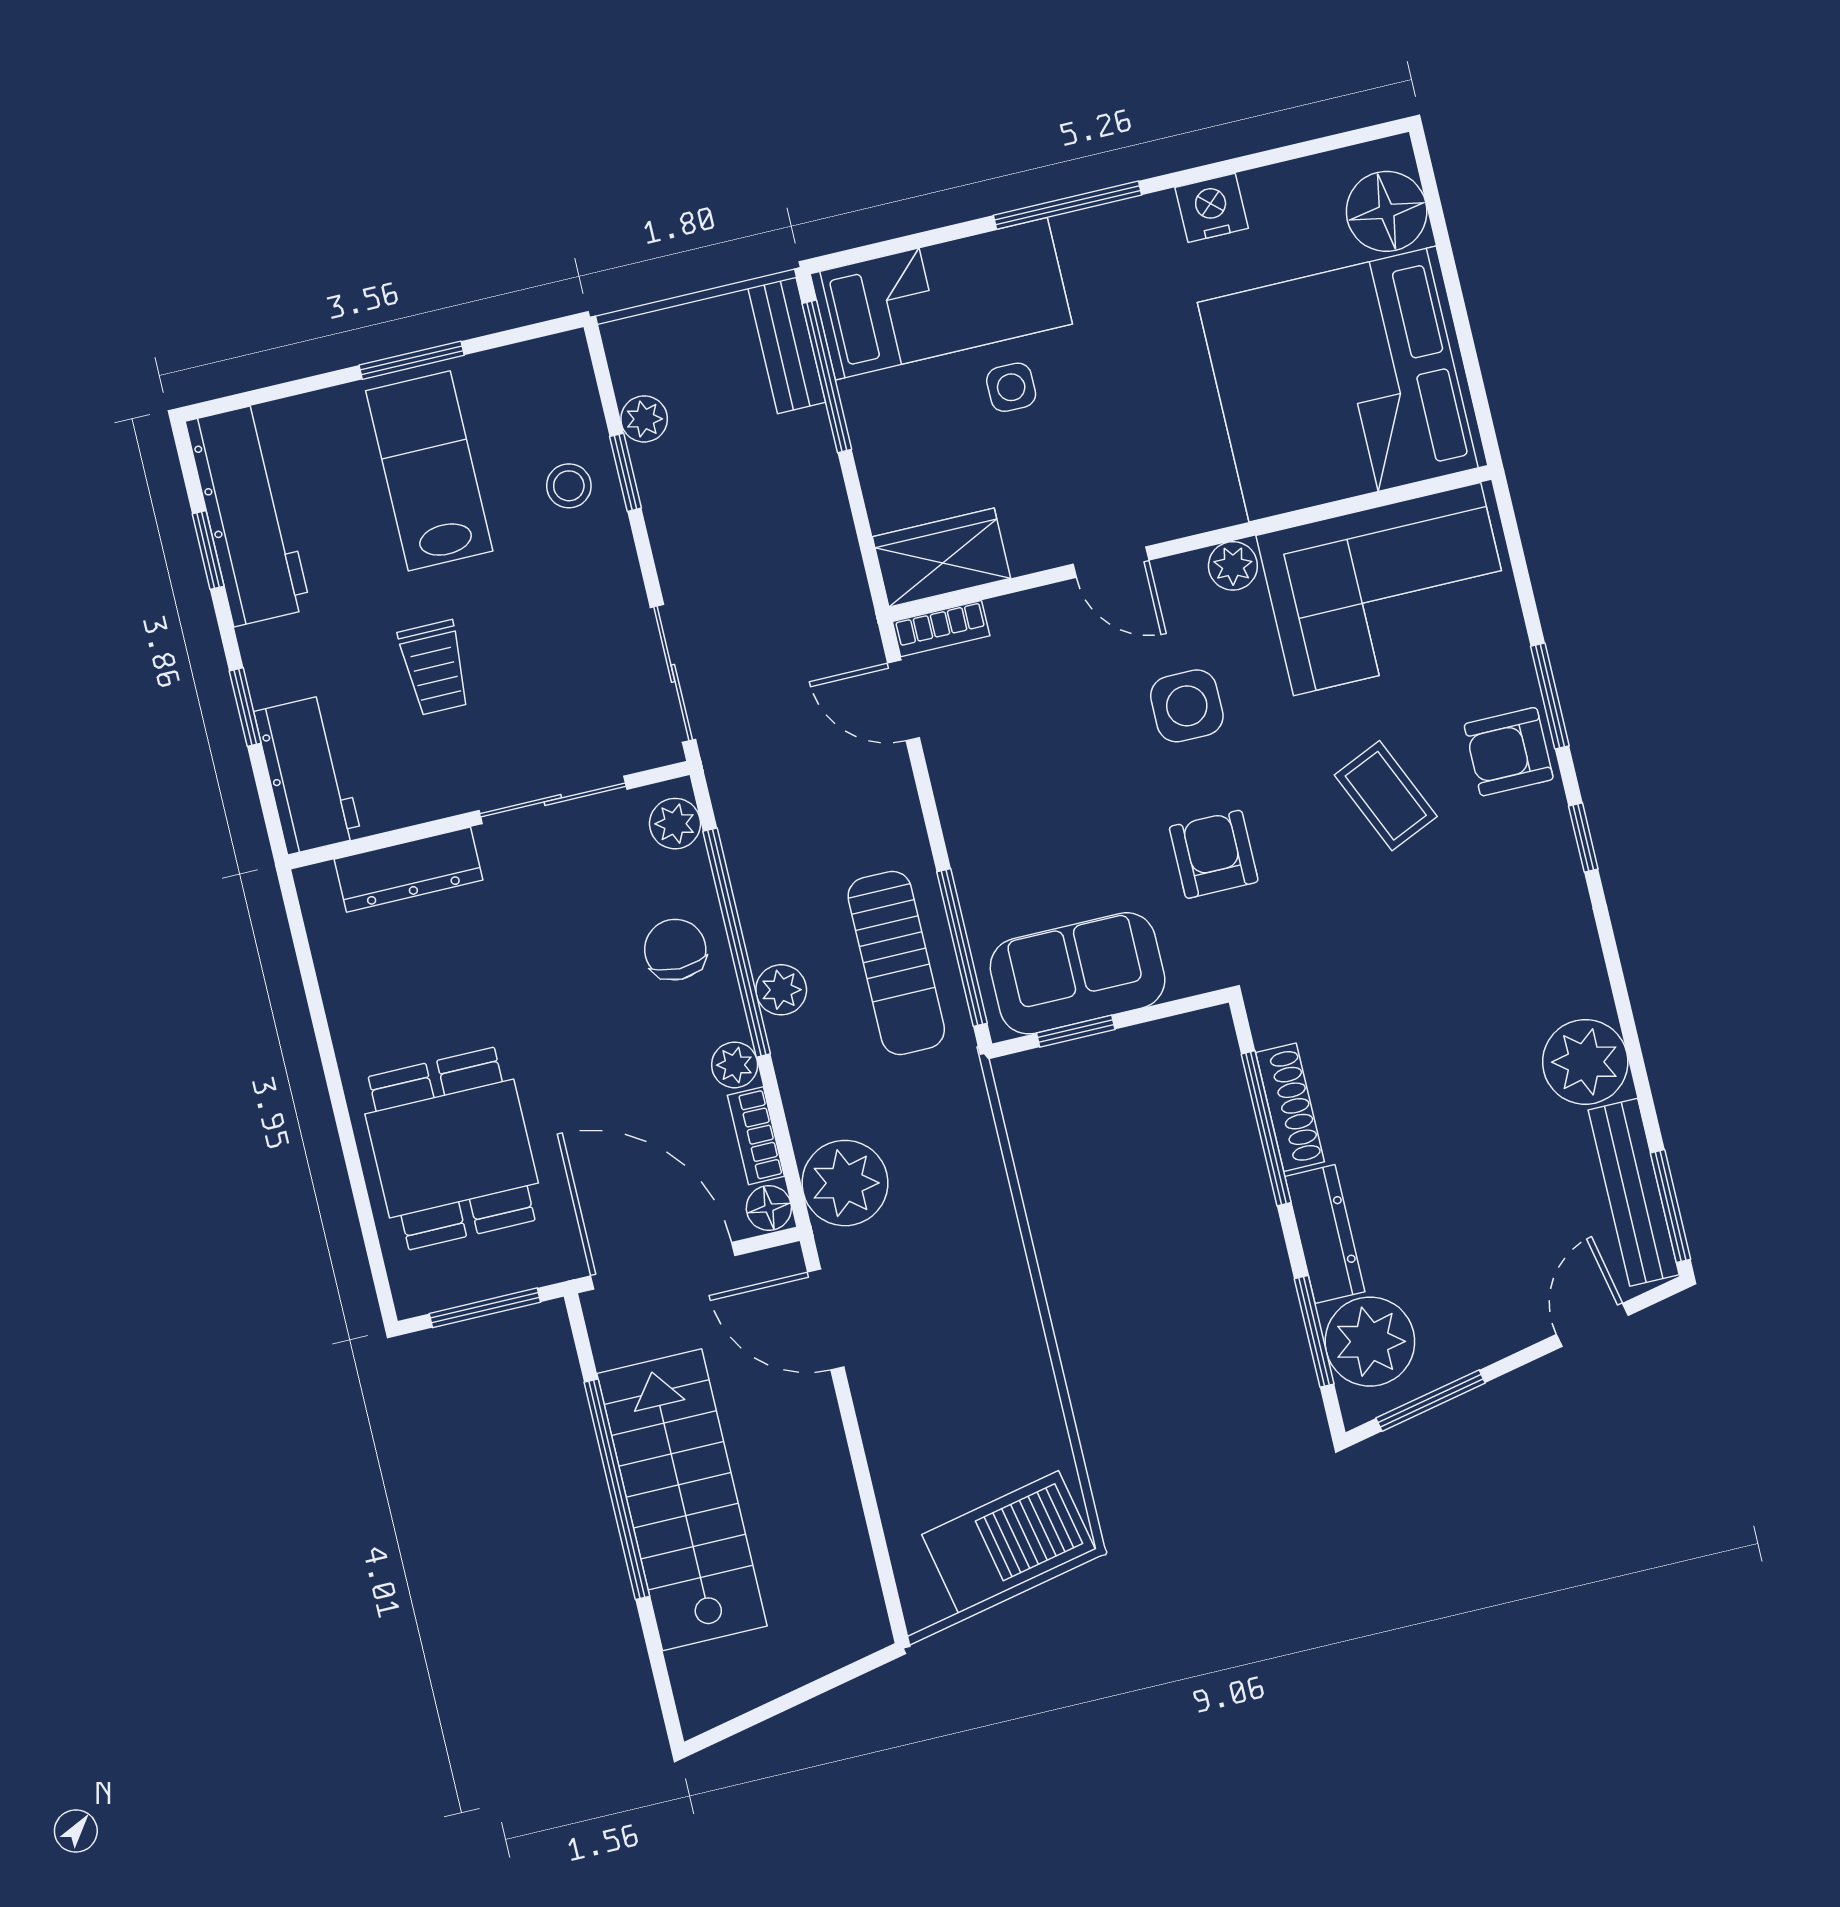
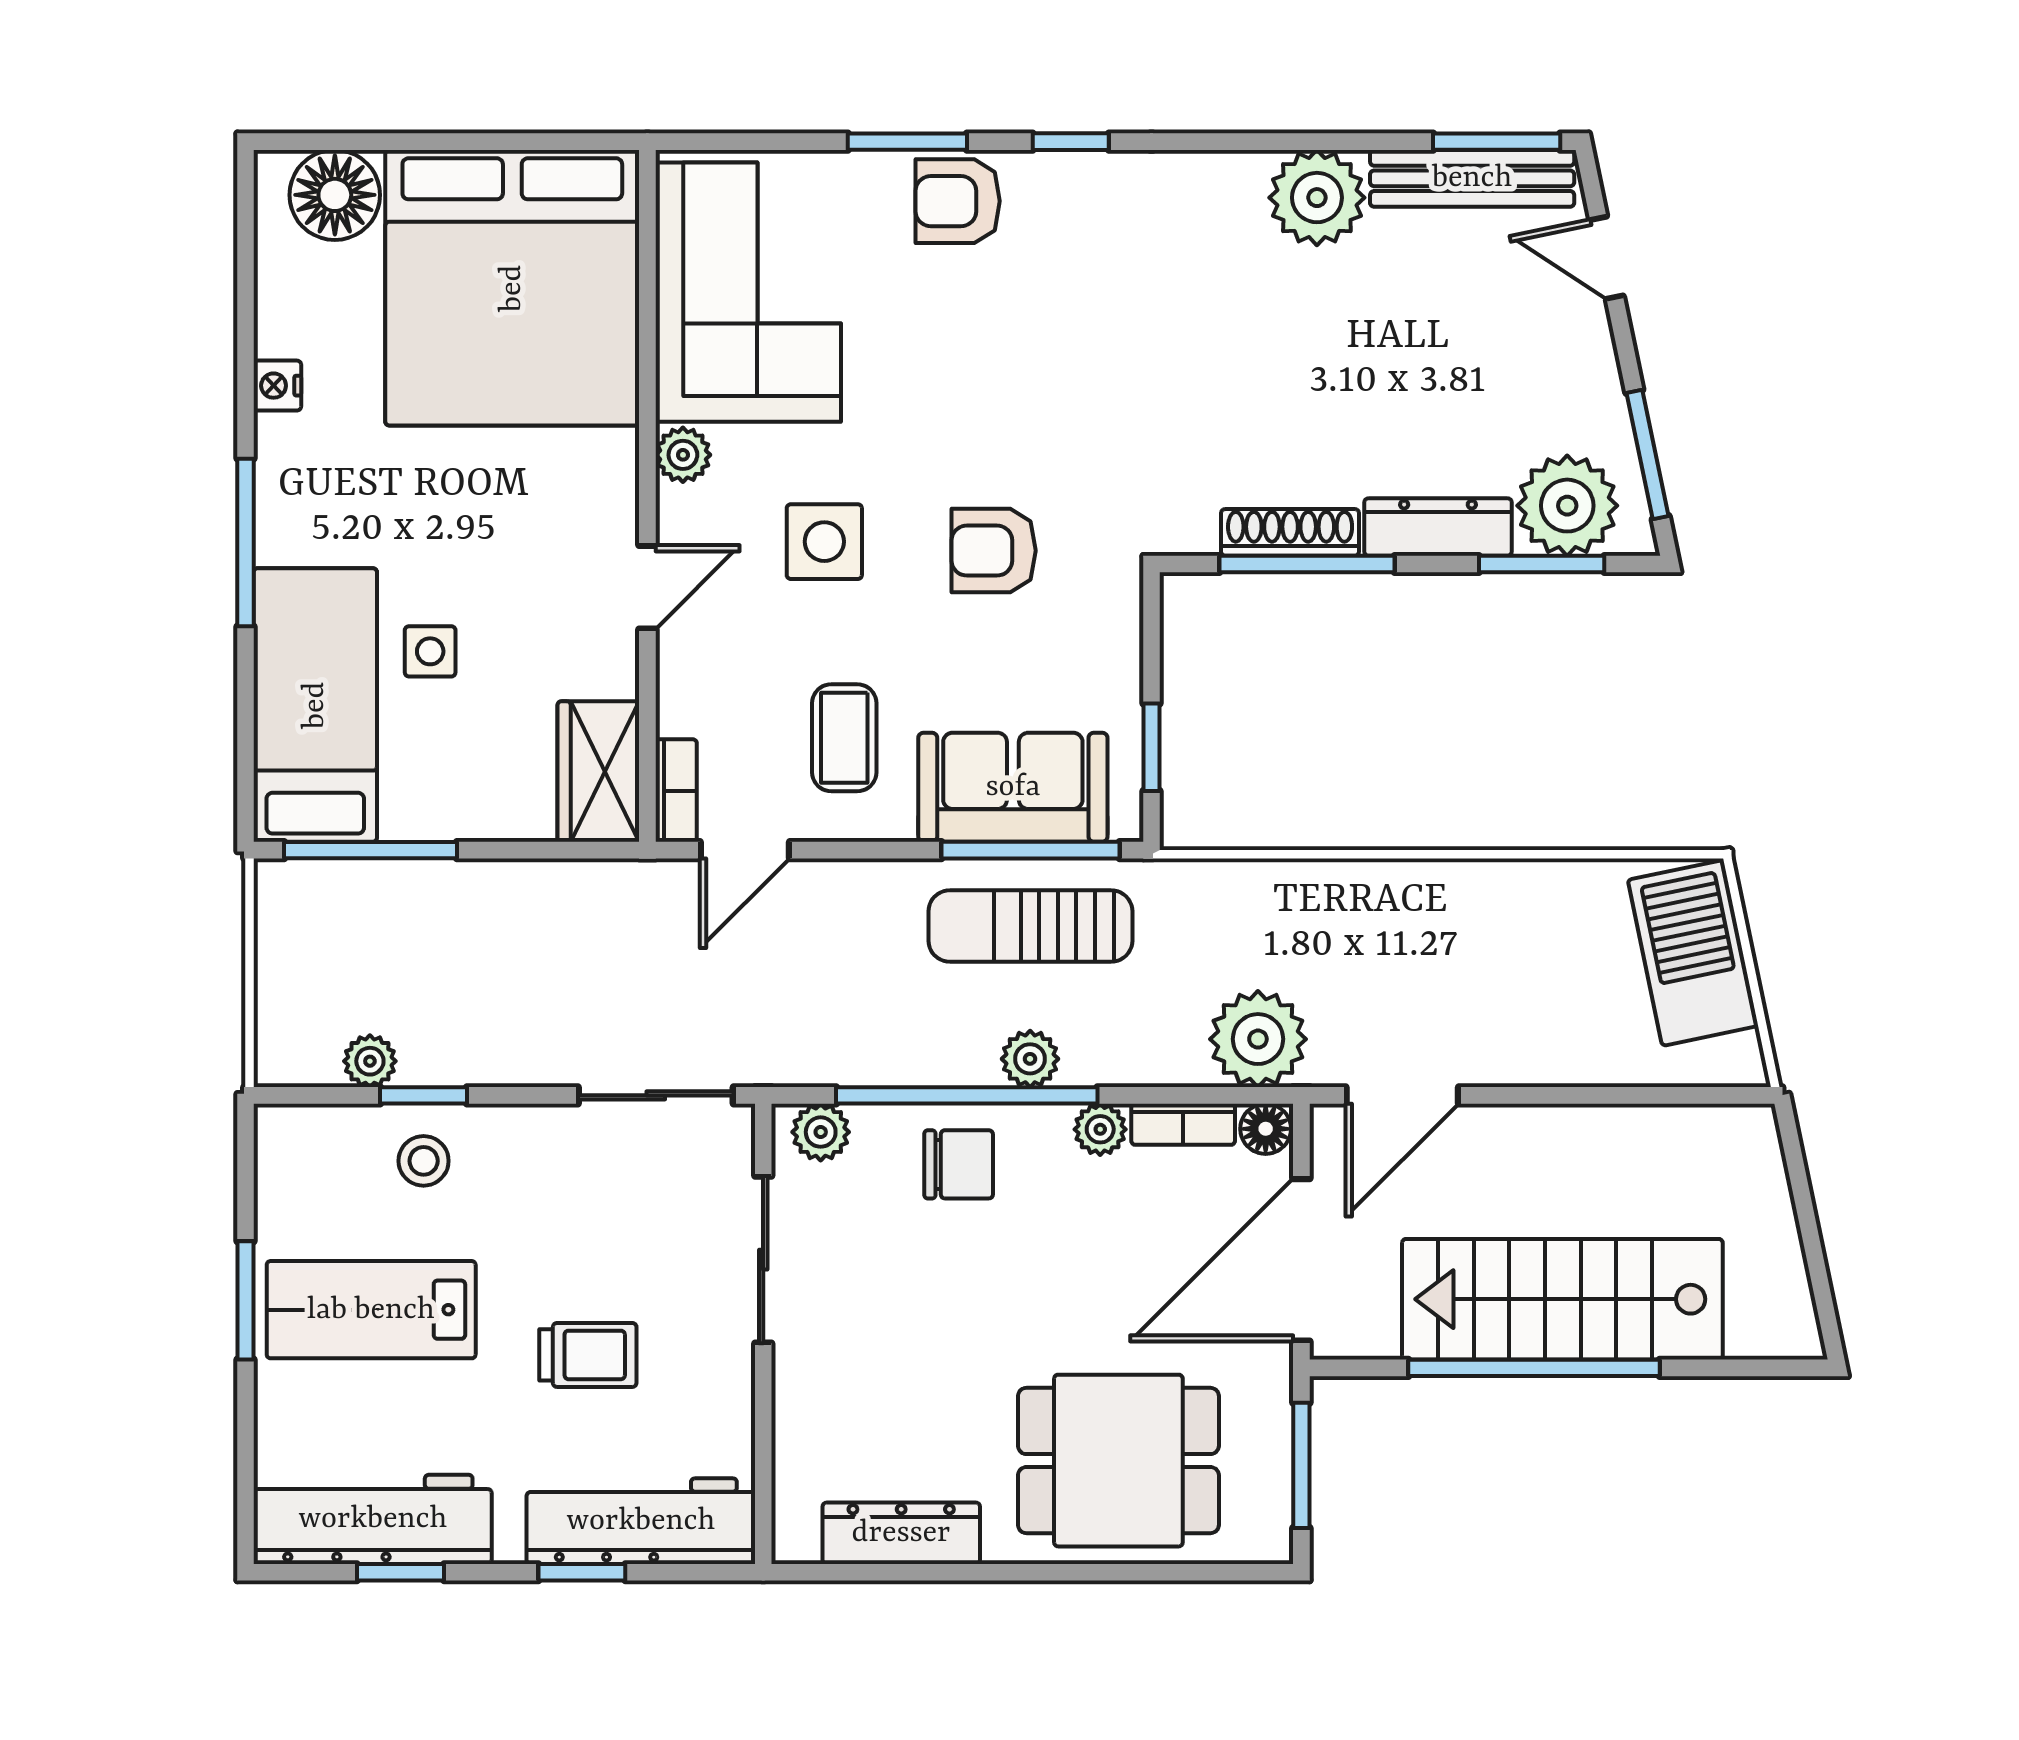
nightstand: (1212, 208) -> (277, 386), width x0.72, depth x0.74
bench: (787, 345) -> (326, 886), removed
armchair: (1509, 752) -> (958, 201), turned 90
workbench: (308, 774) -> (641, 1521), width x1.38
coffee table: (1386, 796) -> (844, 738), moved, turned -66
dresser: (409, 870) -> (901, 1533), moved, turned -90
chair: (675, 950) -> (959, 1164), turned 180
sun lounger: (896, 963) -> (1030, 926), turned 180
sofa: (1078, 973) -> (1013, 787), moved, turned 90

